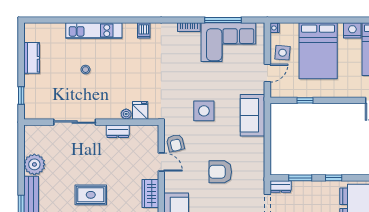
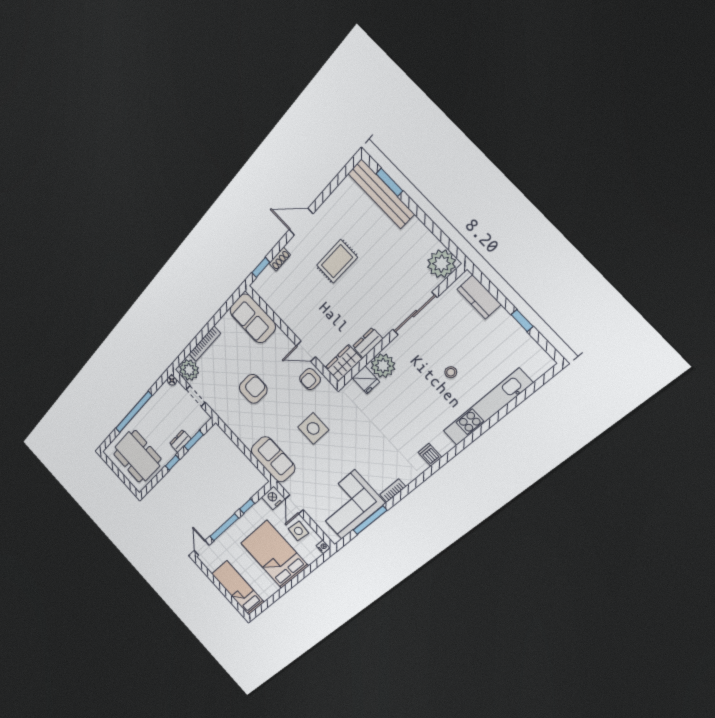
nightstand: (352, 30) -> (273, 498), moved, turned 180
kitchen unit: (94, 31) -> (487, 407), width x1.36
kitchen counter: (32, 58) -> (479, 297), moved
window: (21, 96) -> (522, 321), moved
window: (339, 100) -> (224, 527), added
plant: (126, 114) -> (383, 366), width x1.88, depth x1.88
armchair: (175, 143) -> (310, 379), turned -77
plant: (34, 164) -> (441, 264), moved
dresser: (281, 187) -> (180, 441), moved
wardrobe: (150, 193) -> (343, 363), moved, turned -90

